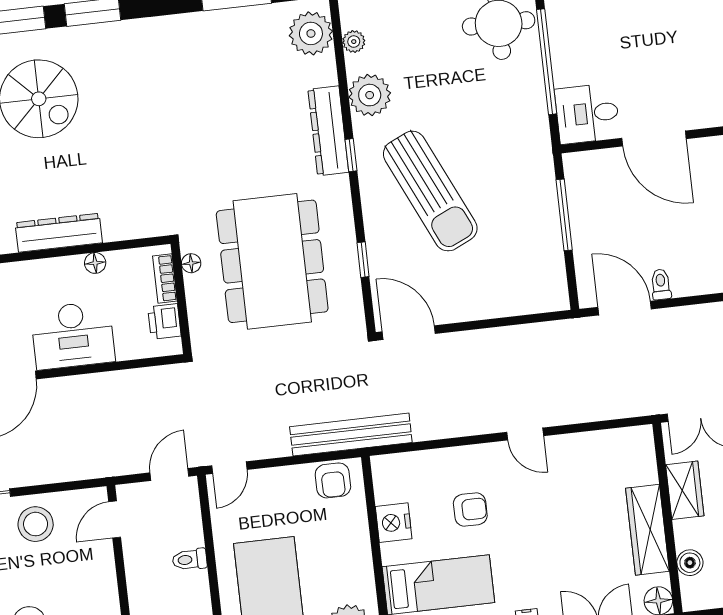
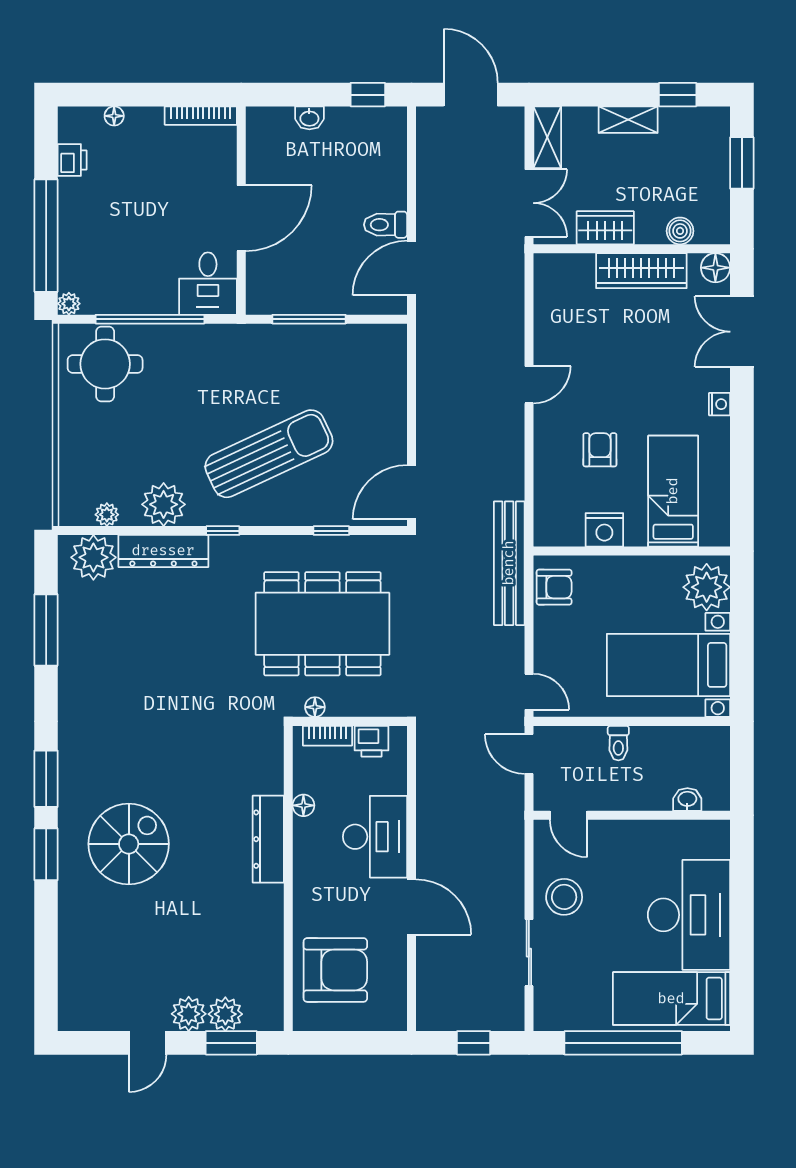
dresser: (328, 131) -> (163, 551), moved
toilet: (661, 284) -> (385, 225), width x1.37, depth x1.39

